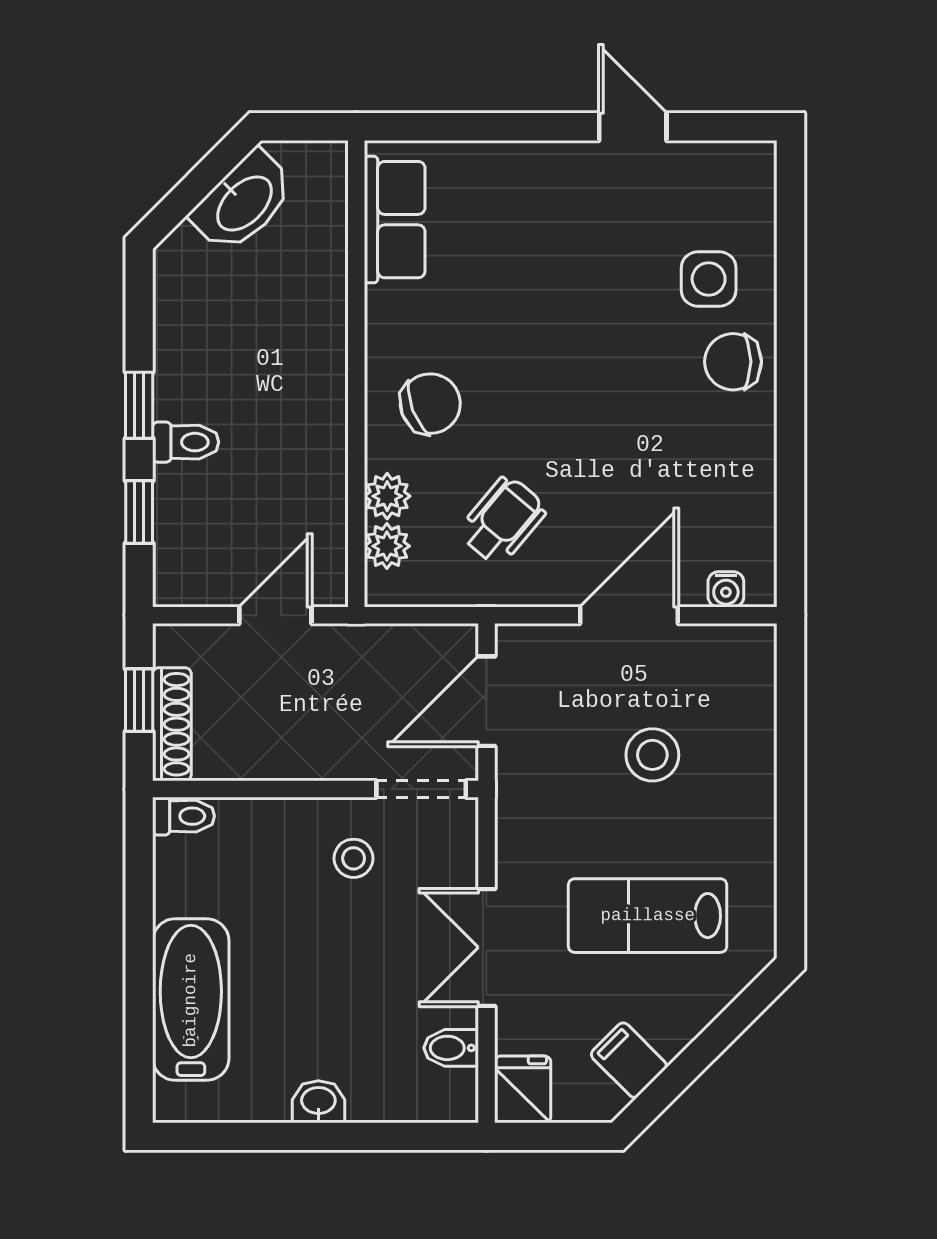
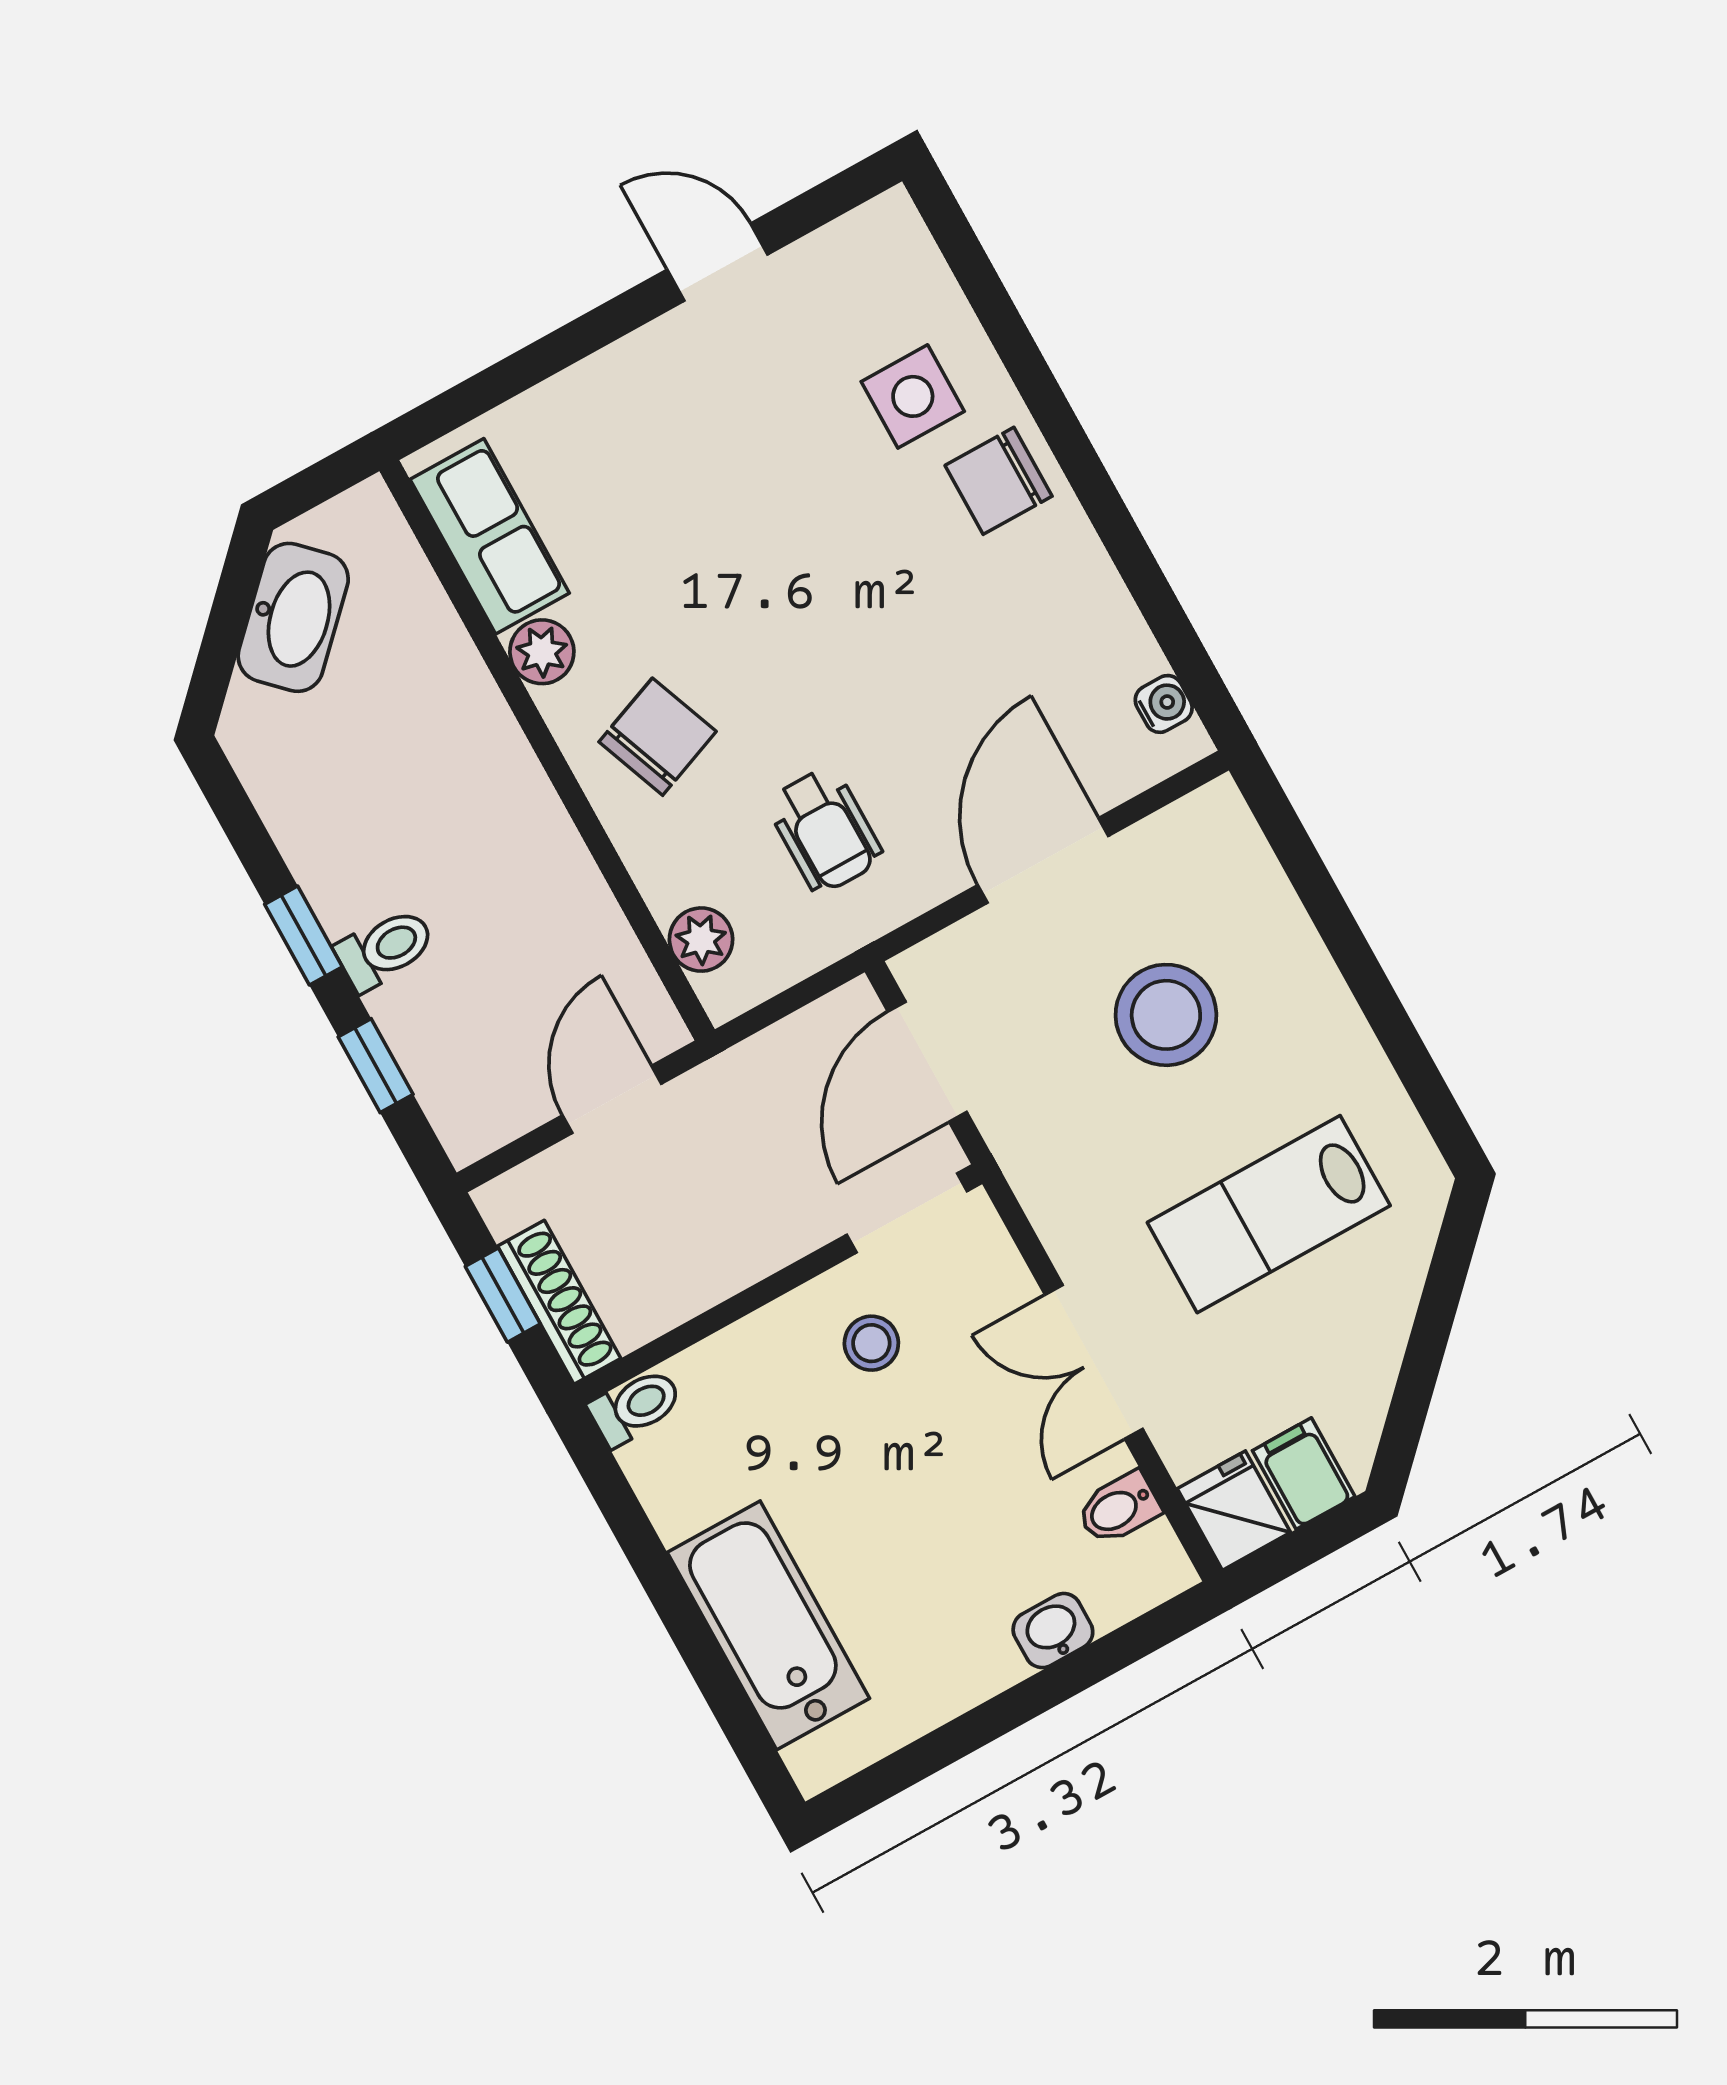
plant: (387, 496) -> (542, 652), moved
wheelchair: (503, 520) -> (825, 830), turned 140
water cooler: (726, 589) -> (1164, 704), moved, turned -90
stool: (652, 755) -> (1166, 1015), width x1.38, depth x1.38
filing cabinet: (629, 1060) -> (1304, 1474), moved, turned 45
washbasin: (318, 1102) -> (1053, 1631), moved

